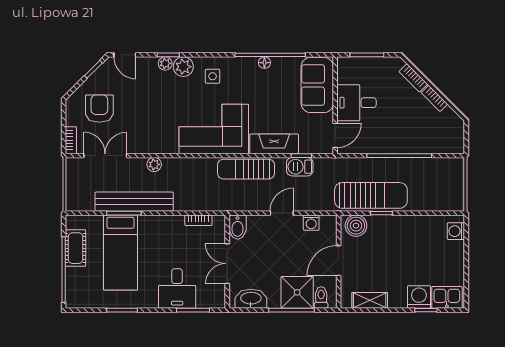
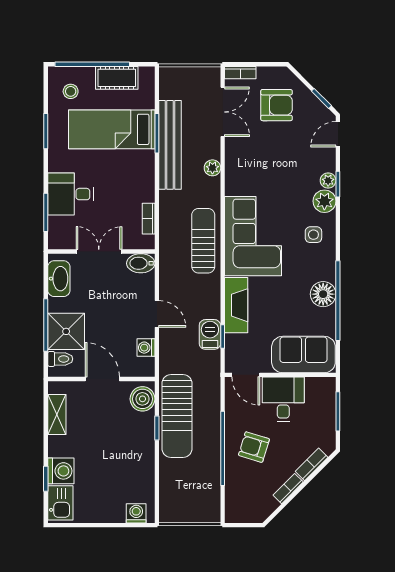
floor lamp: (264, 63) -> (323, 294), width x1.89, depth x1.89
armchair: (398, 128) -> (254, 447), added
sun lounger: (246, 169) -> (203, 241), moved
stool: (87, 288) -> (71, 91), added

